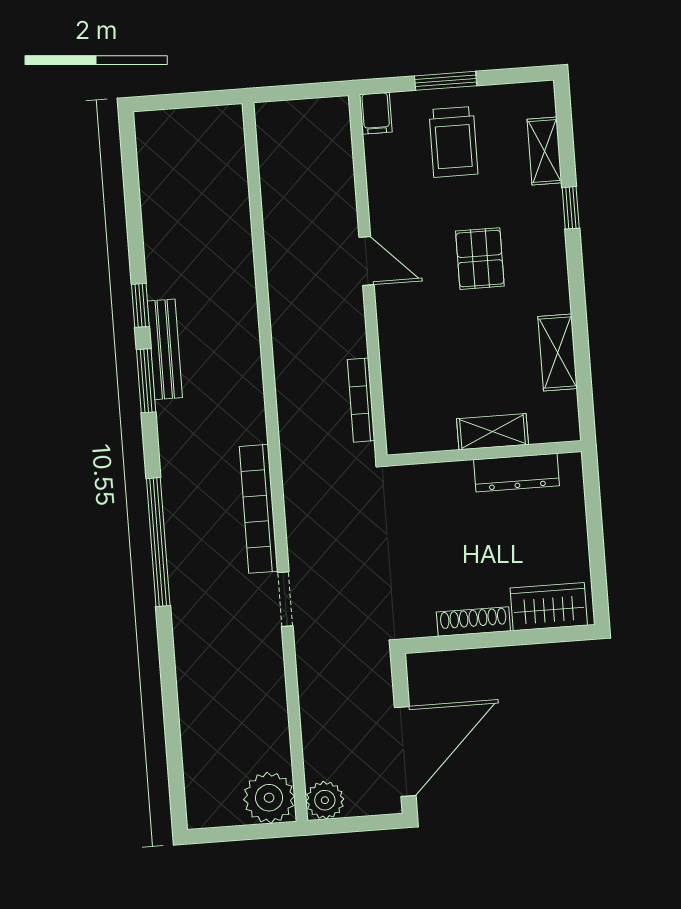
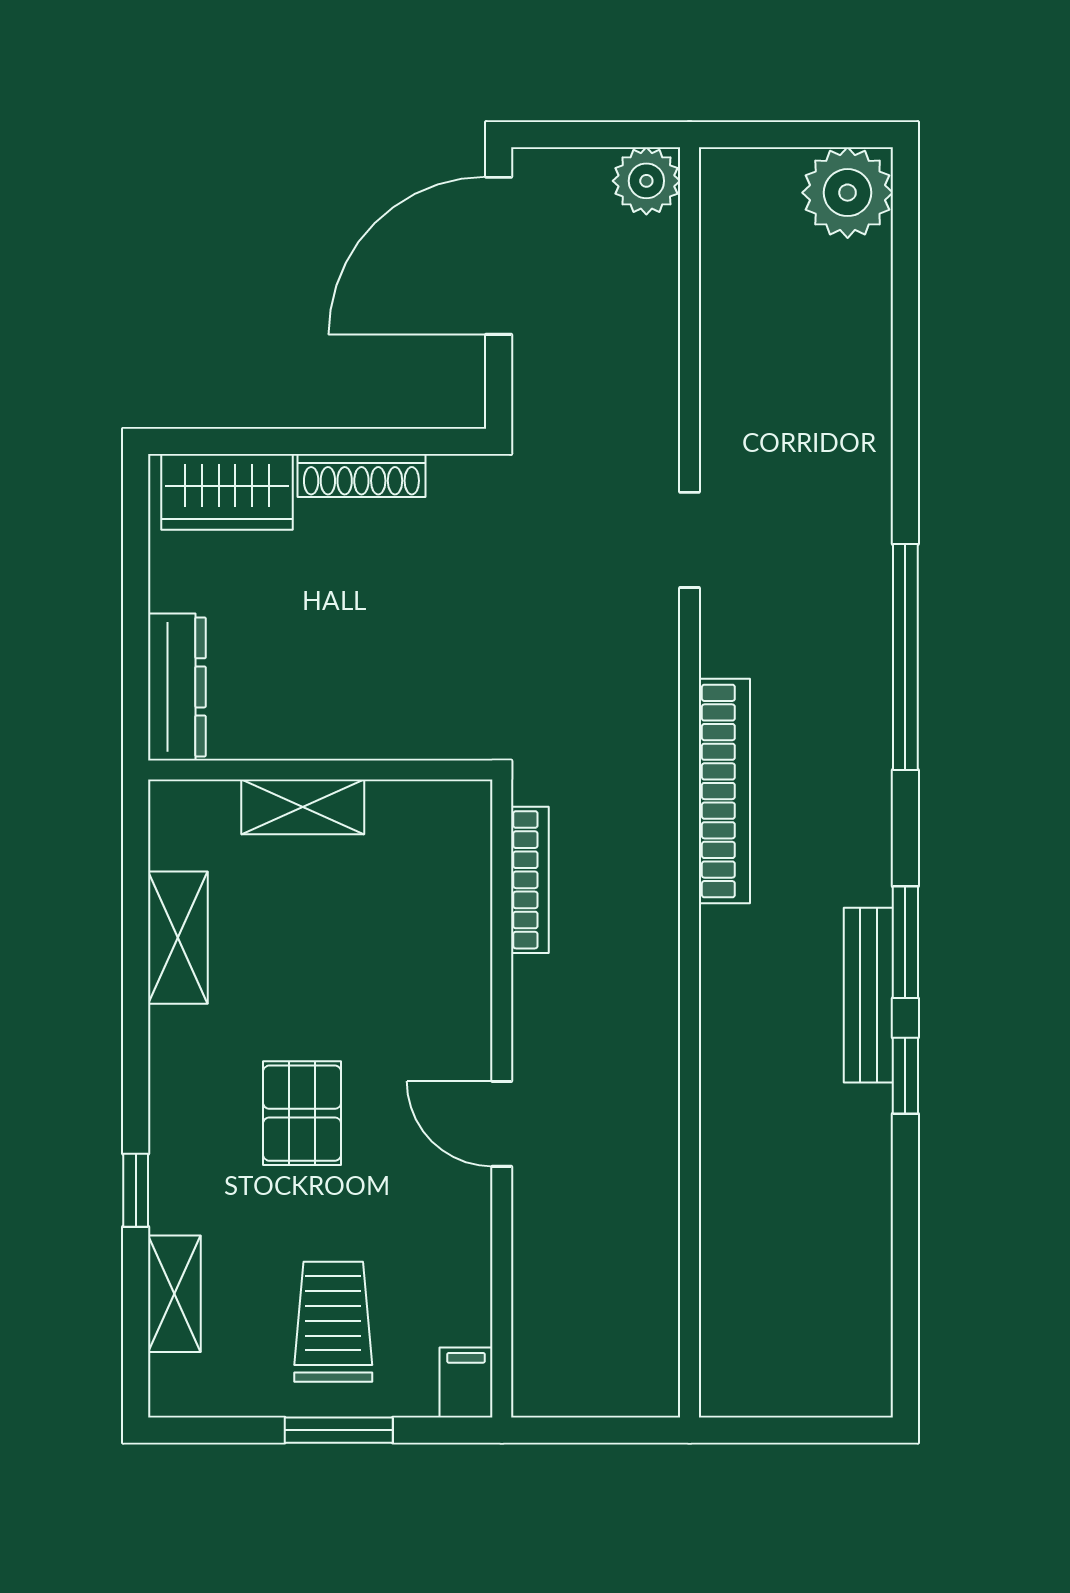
dresser: (516, 473) -> (177, 687), moved, turned 90
bookcase: (259, 509) -> (724, 791), moved
plant: (269, 798) -> (848, 193), moved

